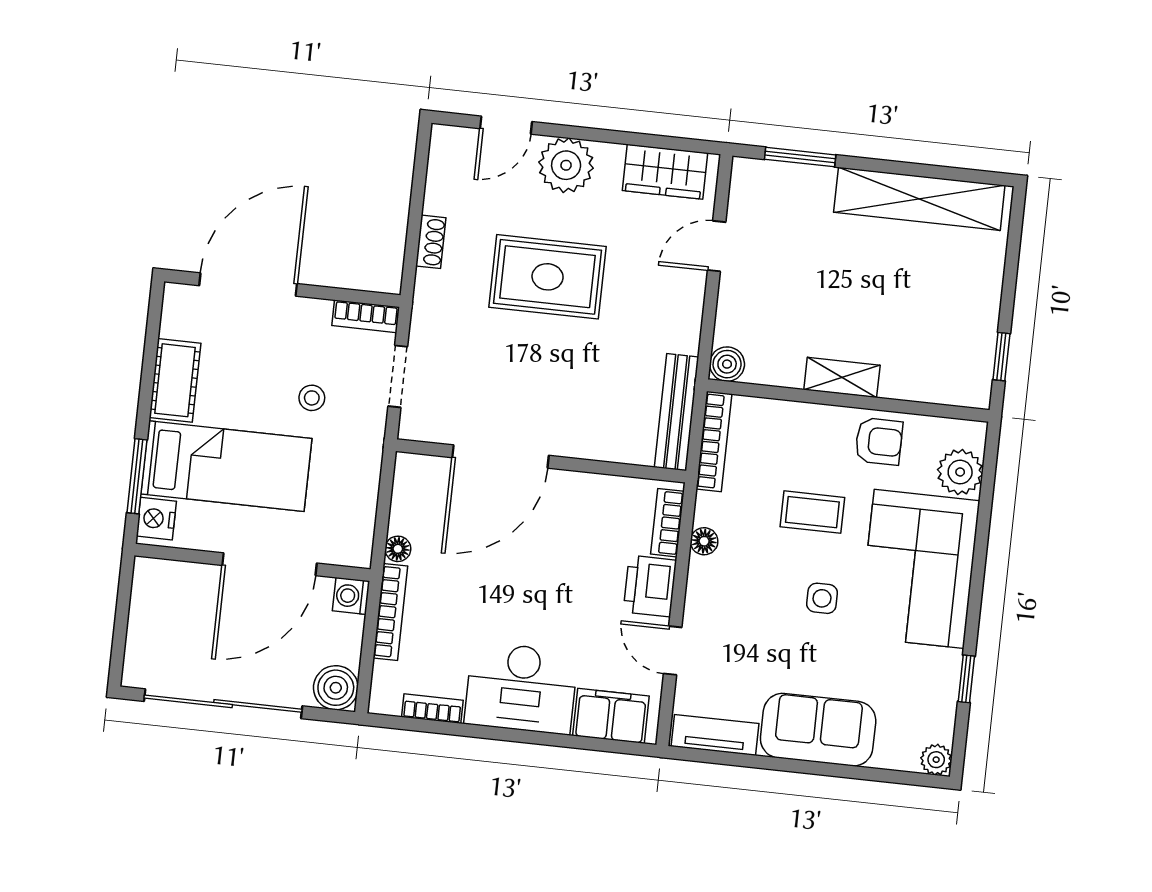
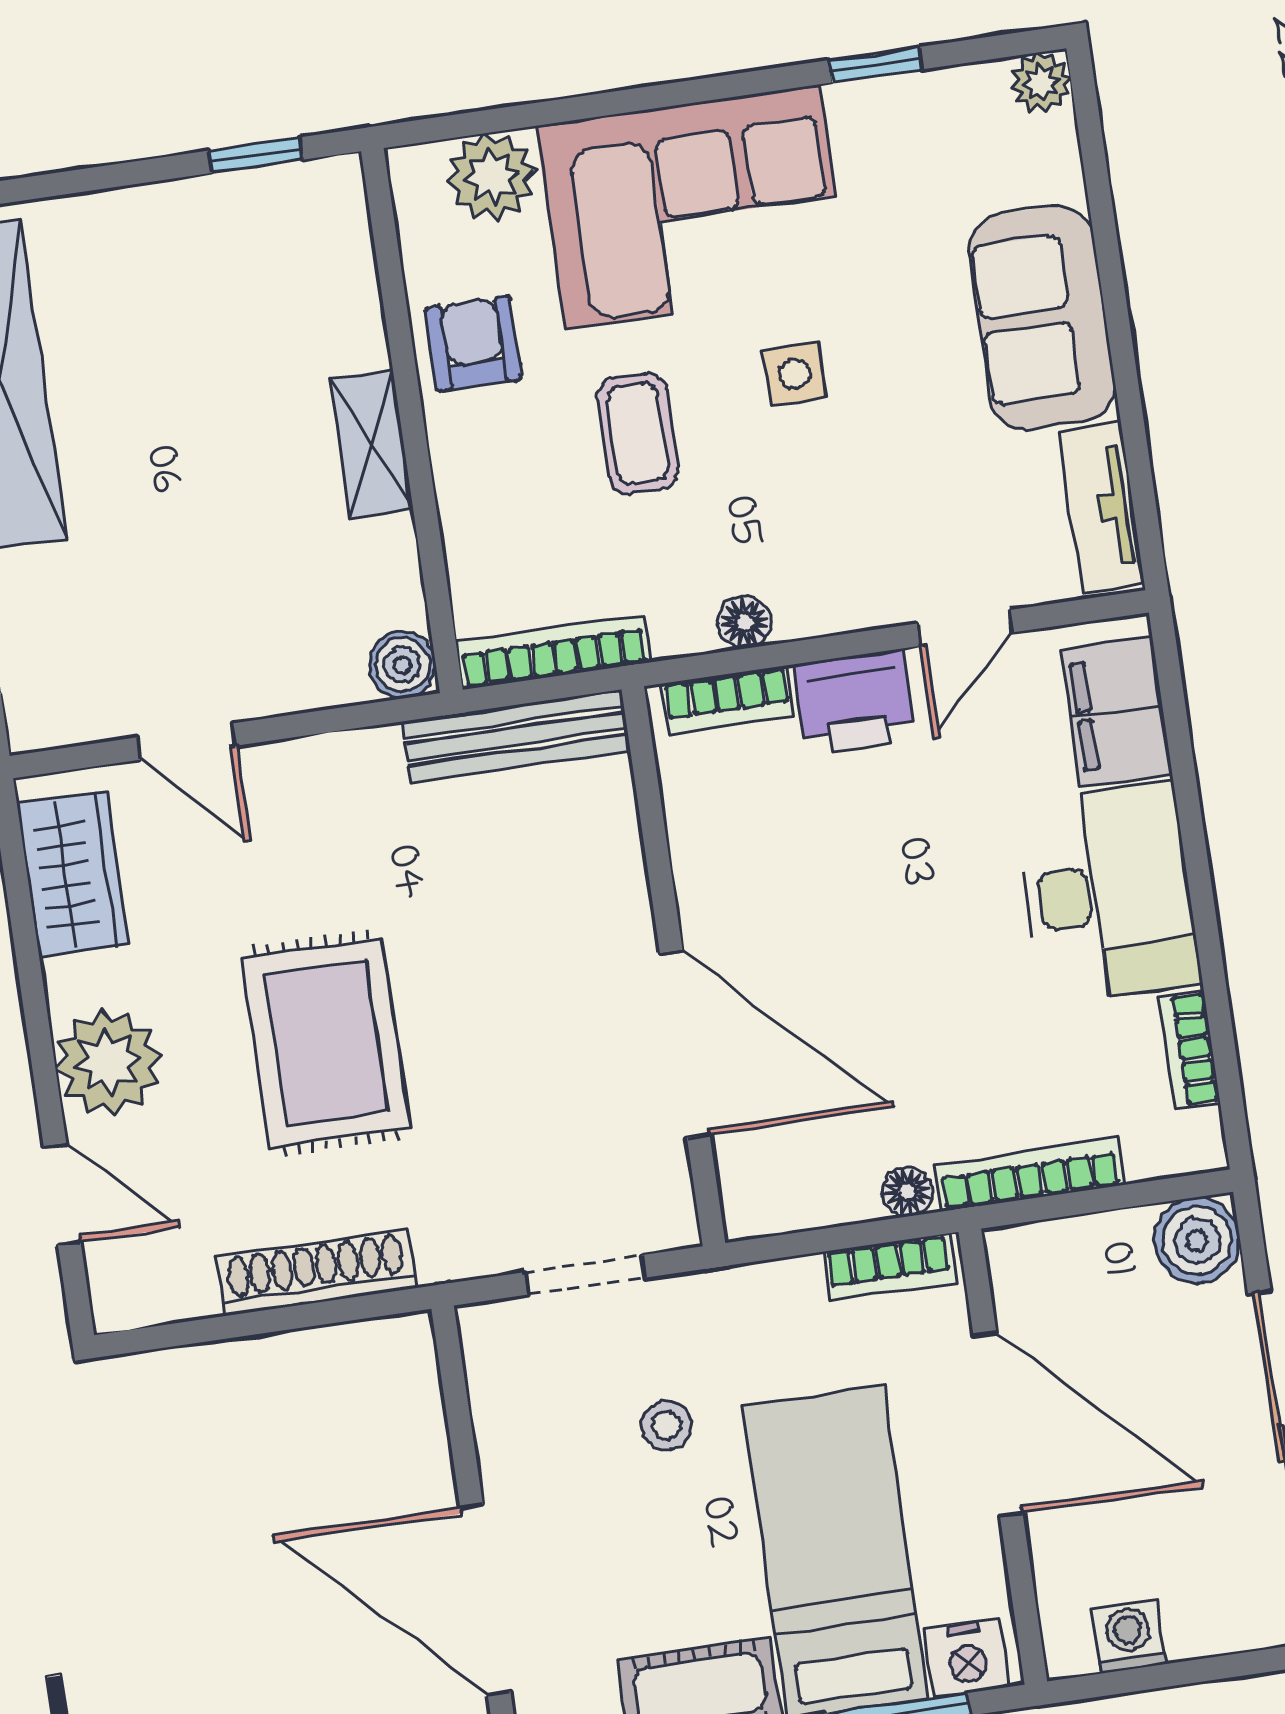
shoe rack: (431, 242) -> (316, 1273), width x1.94, depth x1.24
bookcase: (366, 316) -> (889, 1267), moved, turned 90
washing machine: (351, 596) -> (1129, 1636), moved, turned 180

